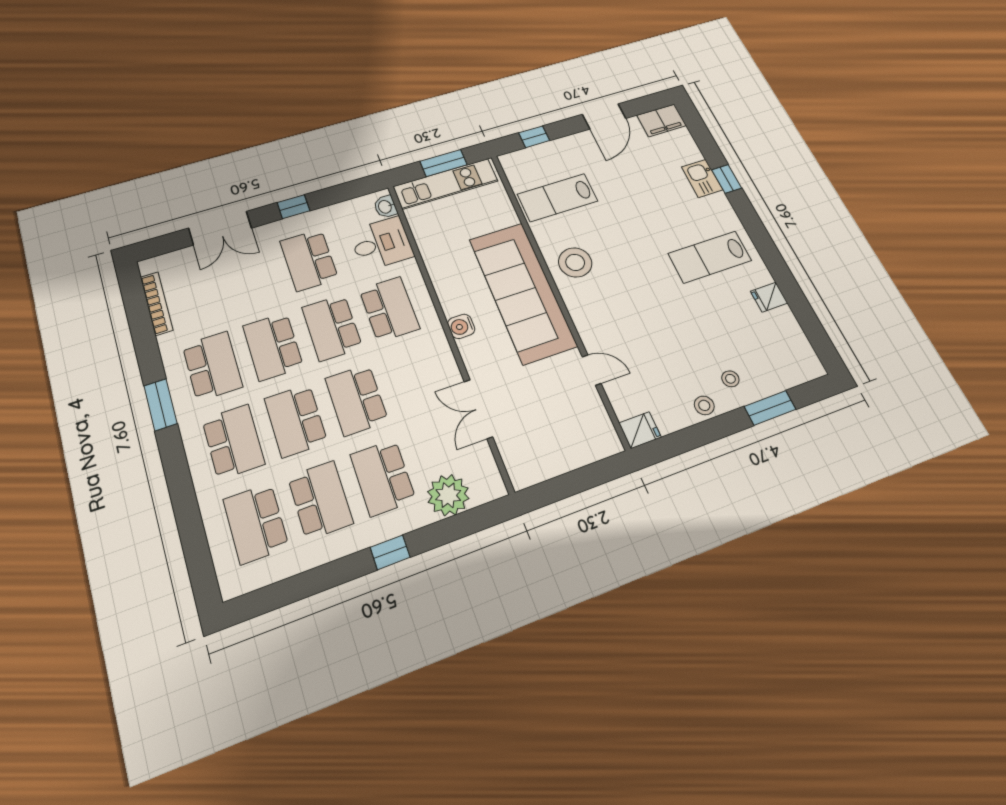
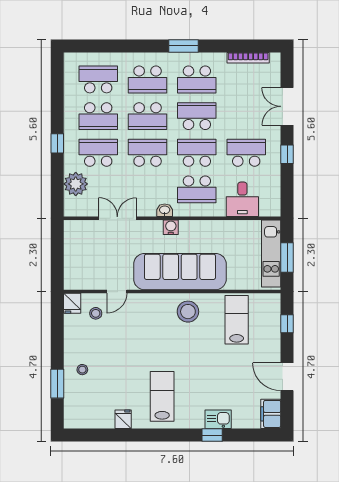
washbasin: (385, 207) -> (165, 210), moved
stool: (704, 405) -> (96, 313), moved
school desk: (296, 420) -> (148, 116), turned 180

